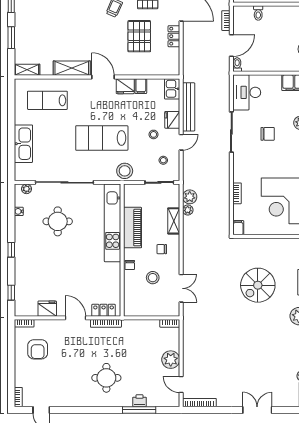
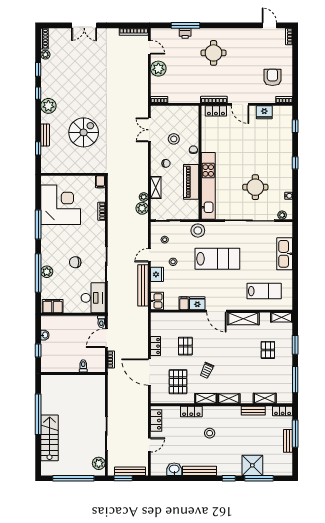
pallet: (43, 32) -> (268, 350), added
pallet: (139, 36) -> (185, 346), width x0.67, depth x0.71

